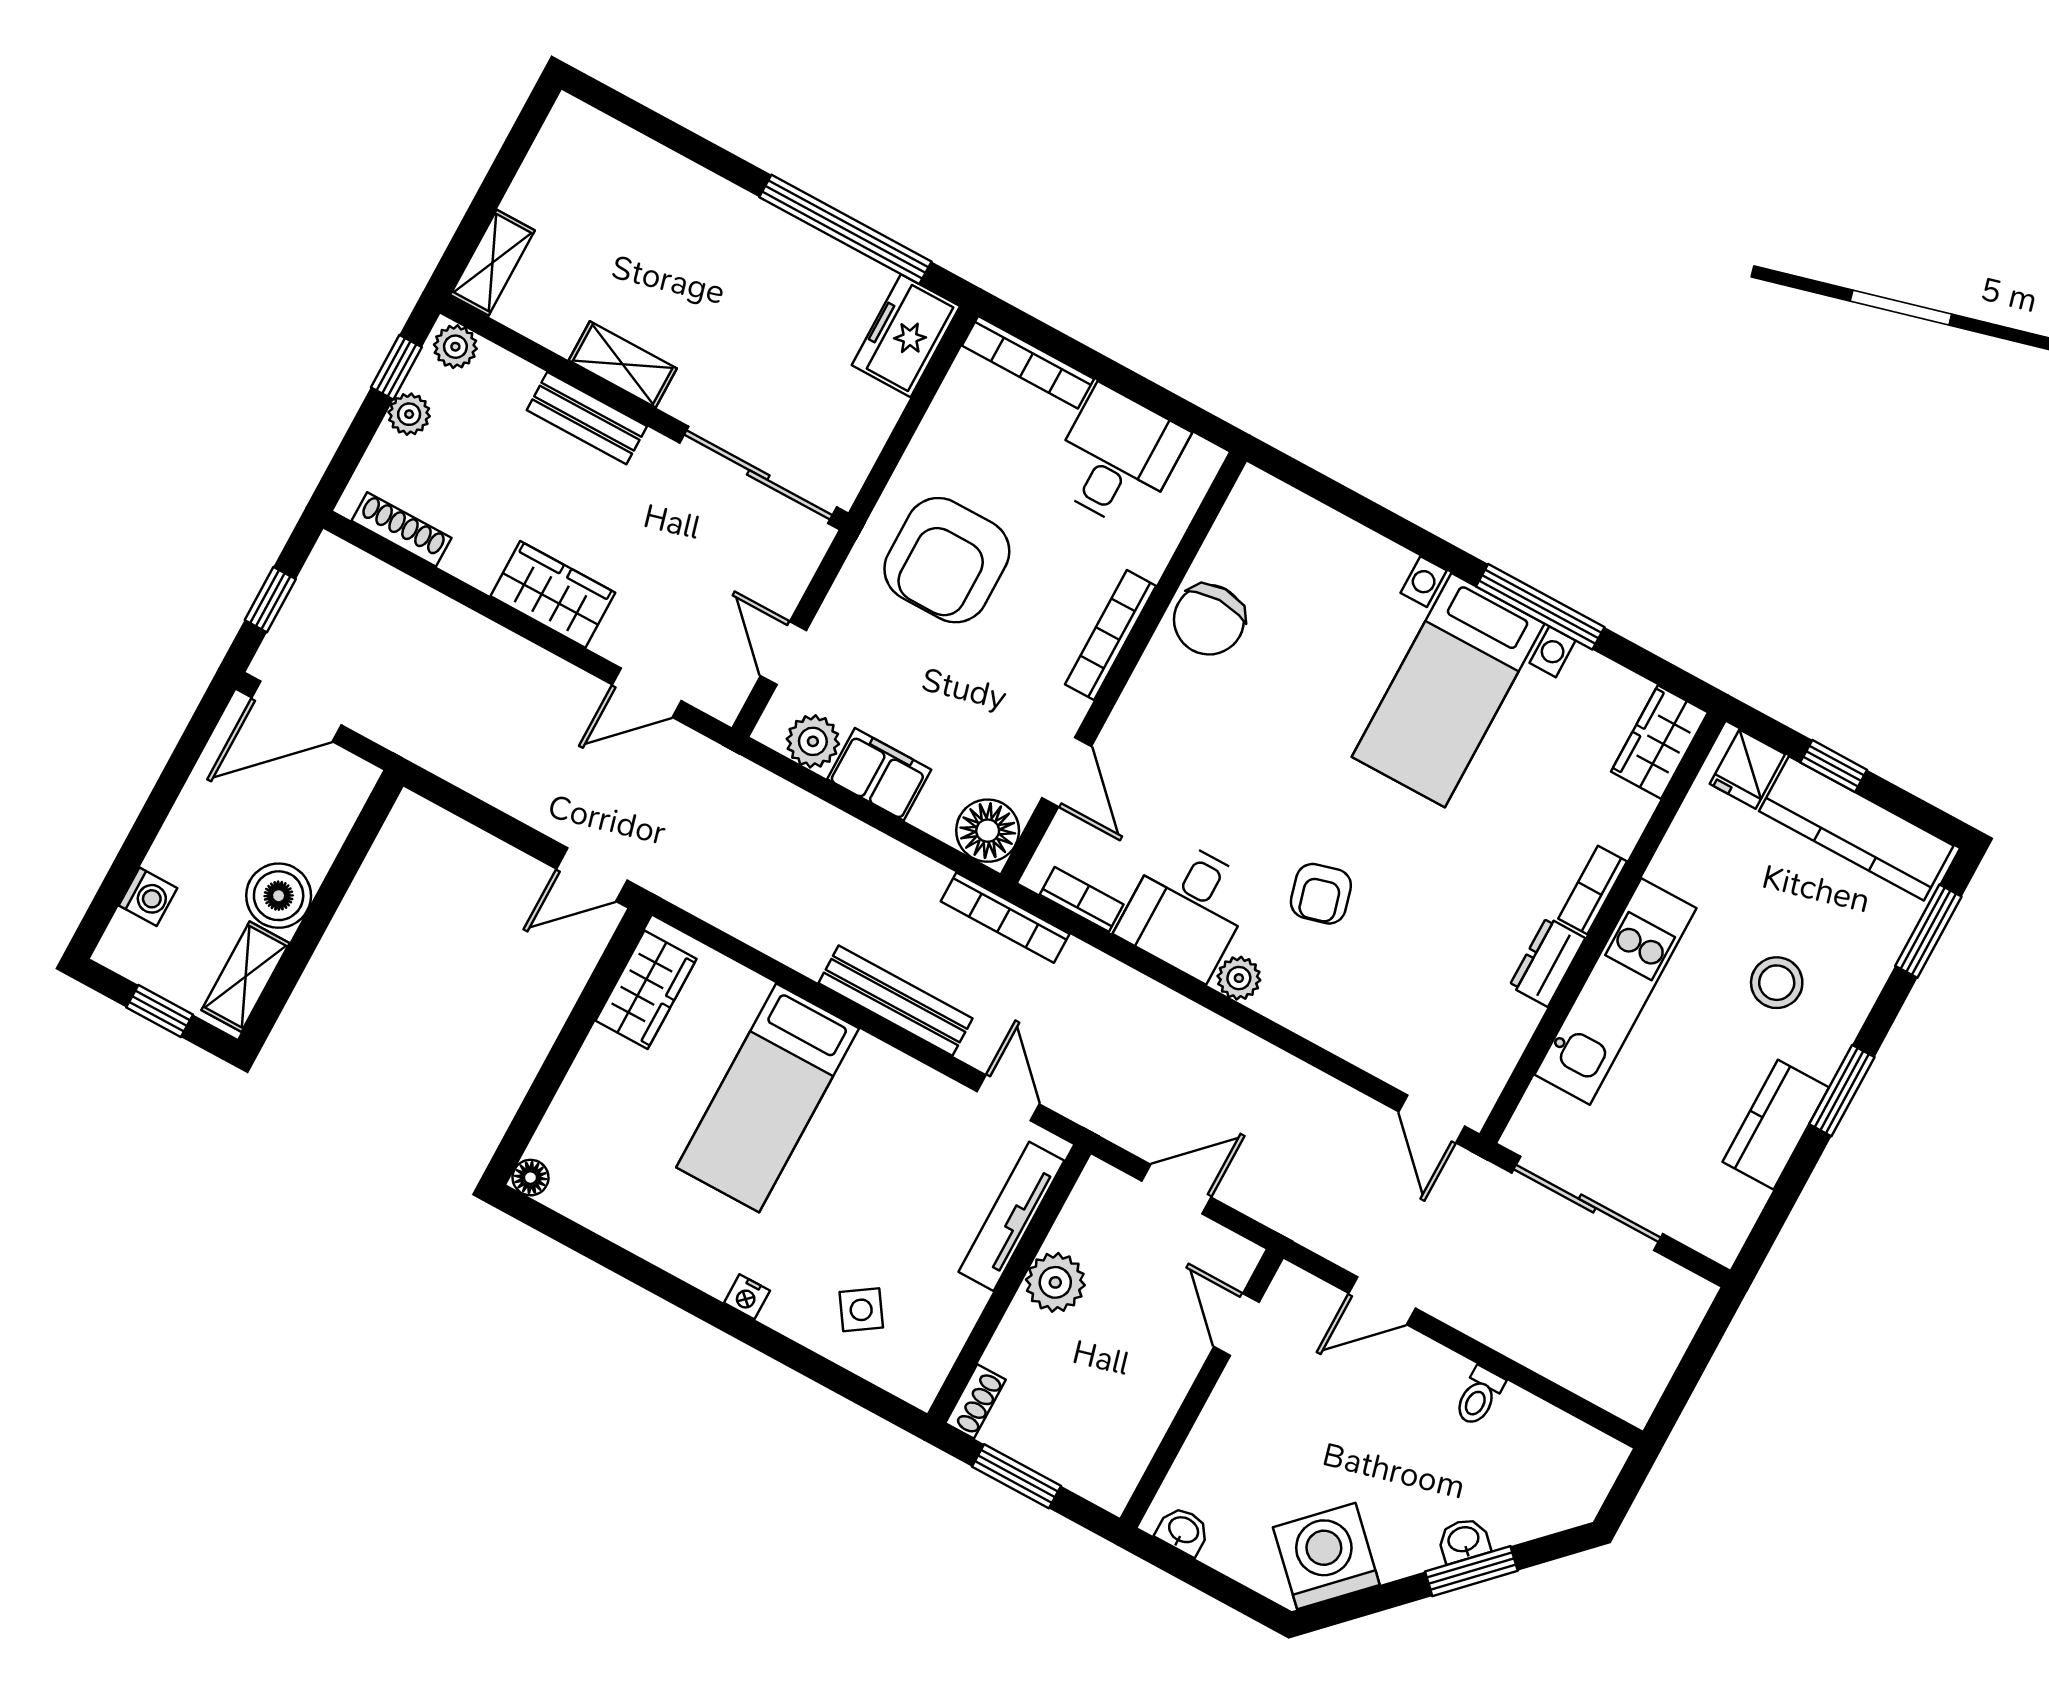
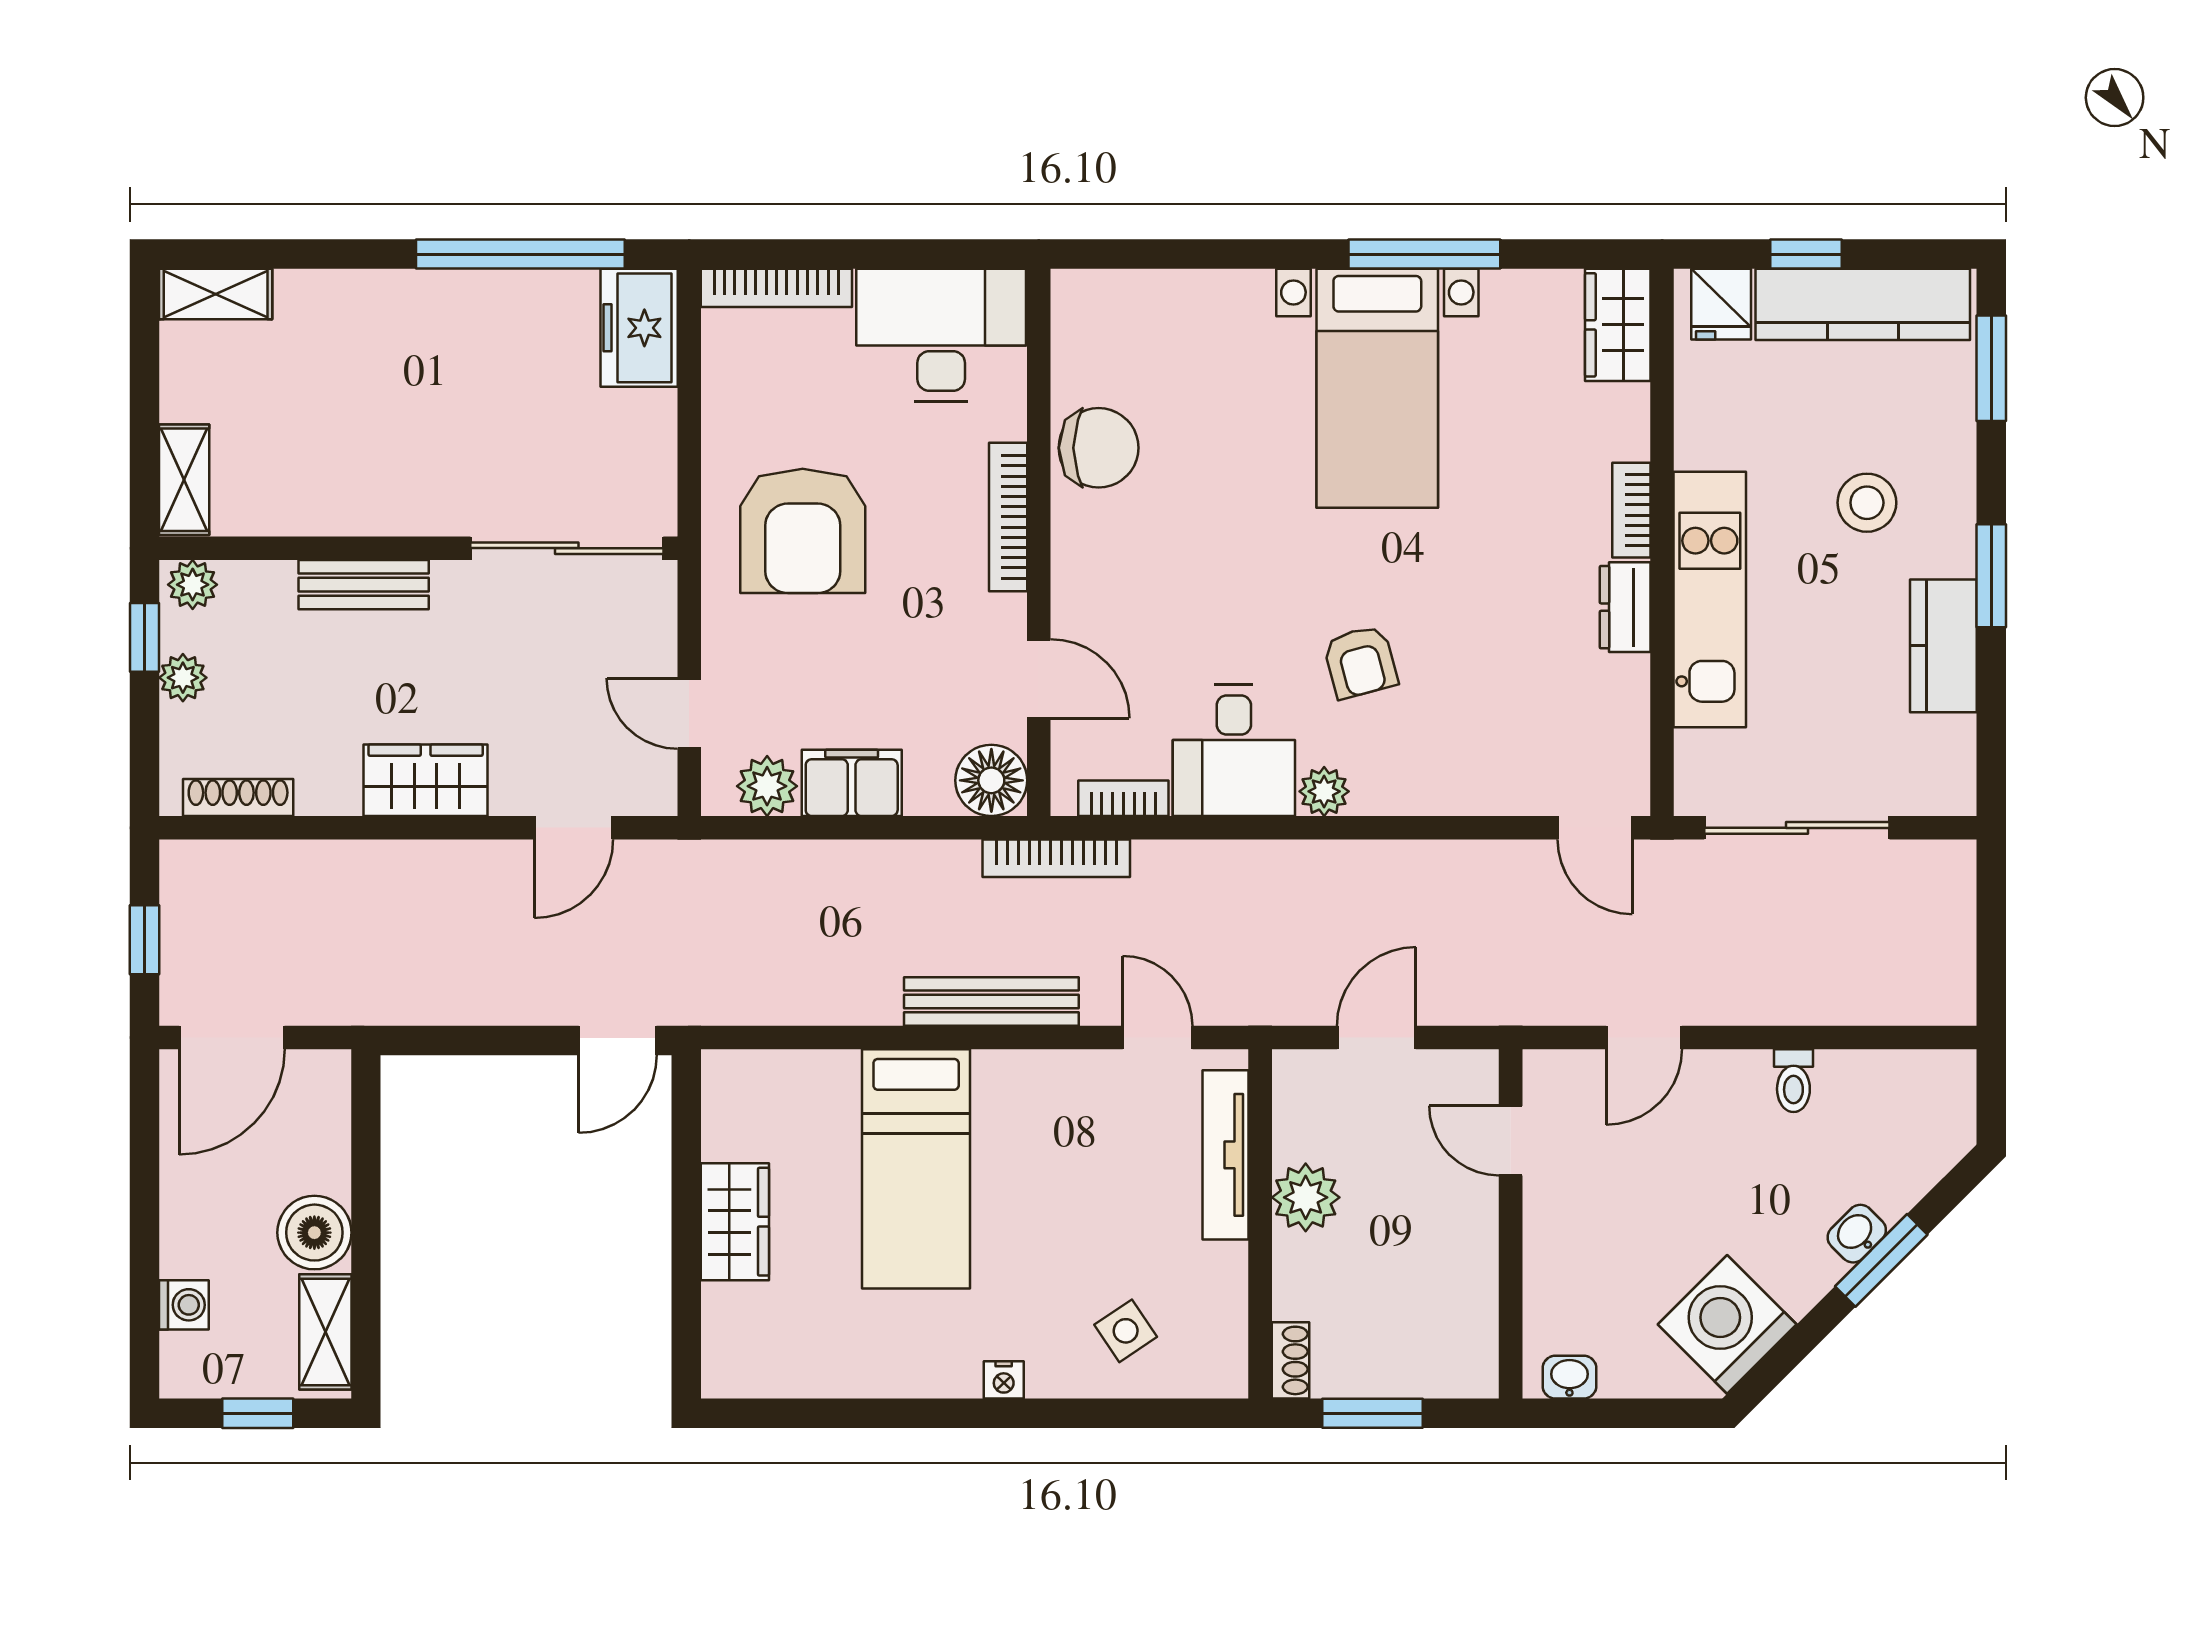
shelving: (623, 364) -> (216, 294), moved
desk: (1117, 458) -> (941, 335), width x1.37
chair: (1209, 620) -> (1099, 448), turned -90
wardrobe: (646, 990) -> (735, 1222), moved
floor lamp: (531, 1178) -> (721, 1378), removed

